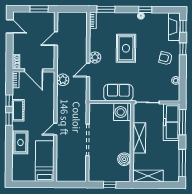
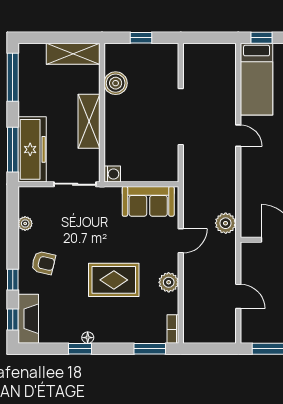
door: (56, 39) -> (238, 296), hinge flipped
rug: (126, 48) -> (114, 280), turned 90
plant: (95, 57) -> (169, 282), moved
sofa: (118, 93) -> (148, 201), moved
washing machine: (122, 112) -> (112, 174), width x0.53, depth x0.53
door: (55, 129) -> (238, 136), hinge flipped
window: (42, 184) -> (261, 38), added

